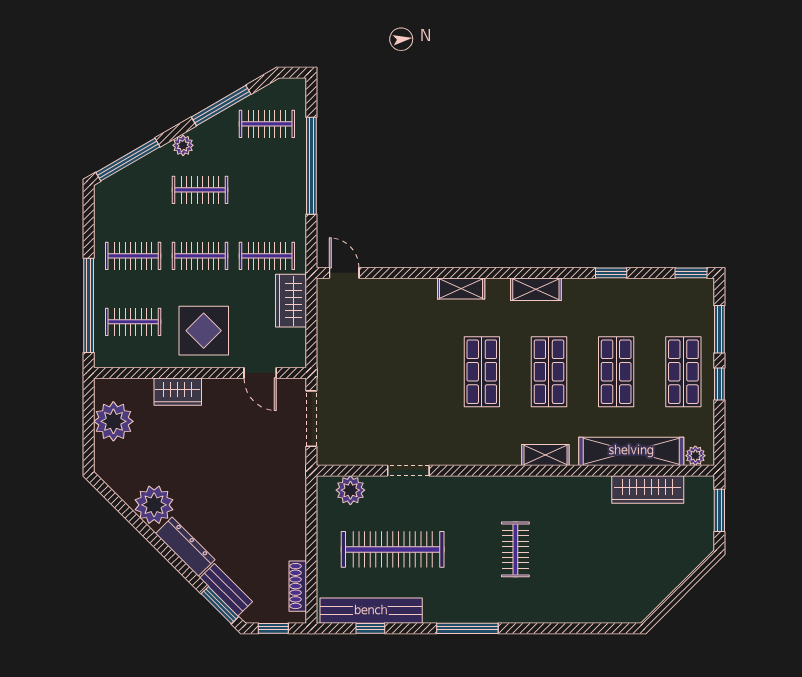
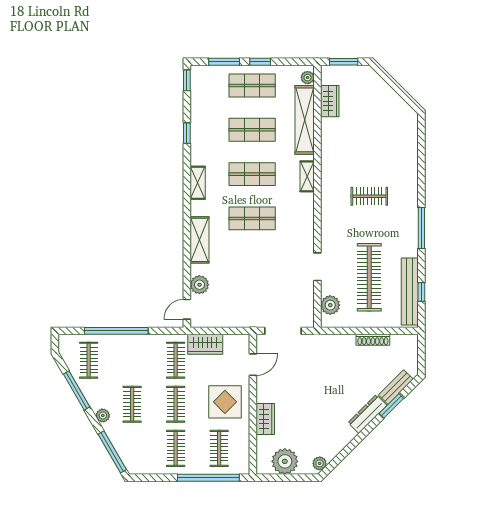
shelving: (461, 288) -> (200, 240), width x1.50, depth x1.33
plant: (381, 292) -> (199, 285), added
wardrobe: (648, 489) -> (330, 101), width x0.67
plant: (154, 505) -> (320, 463), moved, width x0.53, depth x0.53
shoe rack: (298, 586) -> (373, 340), moved
window: (220, 605) -> (391, 406), moved
window: (273, 628) -> (421, 356), removed

